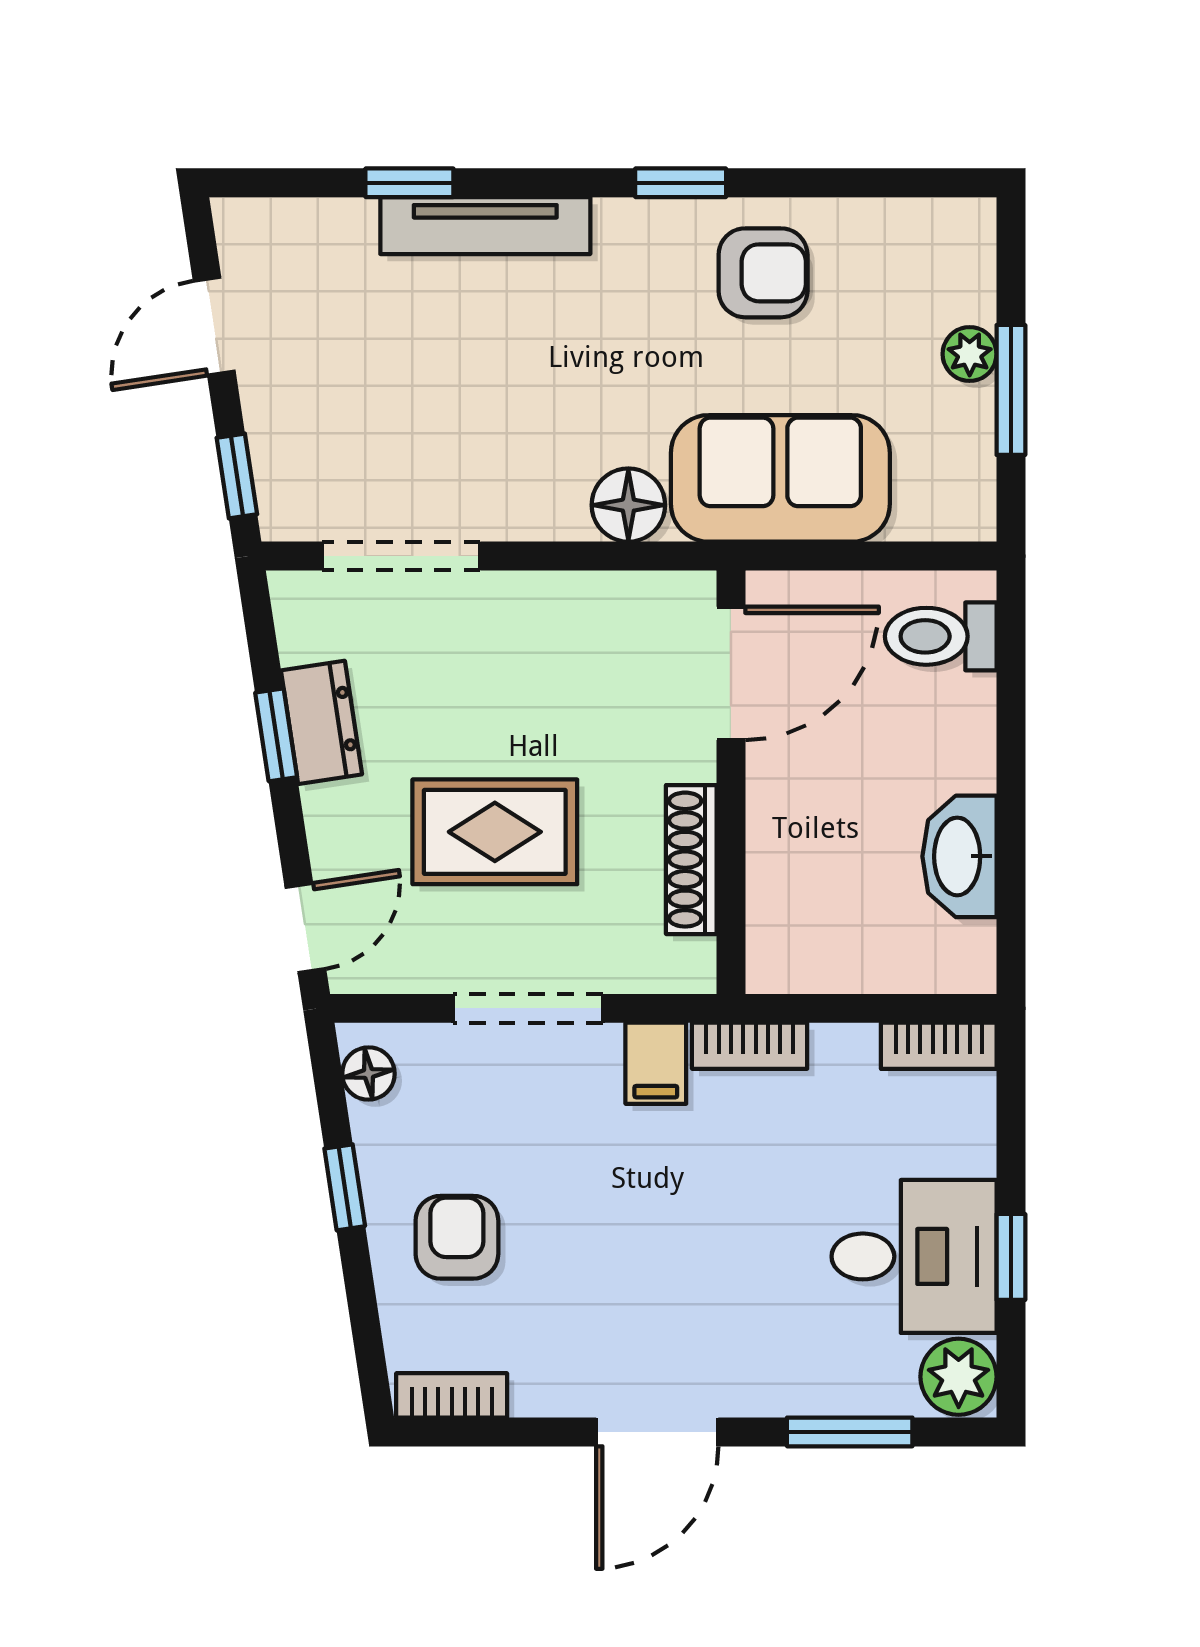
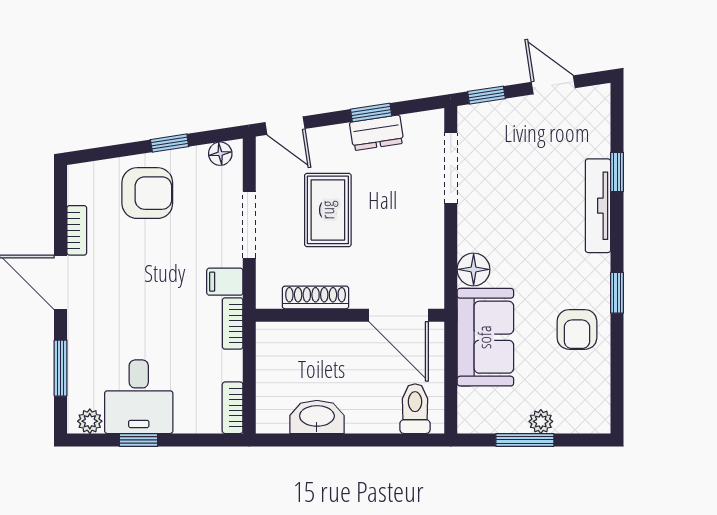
armchair: (457, 1237) -> (147, 193), width x1.38, depth x1.38
plant: (959, 1377) -> (90, 421), width x0.73, depth x0.73
bookcase: (452, 1395) -> (77, 230), moved

